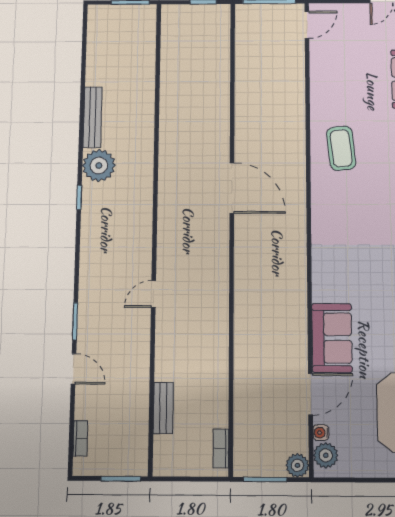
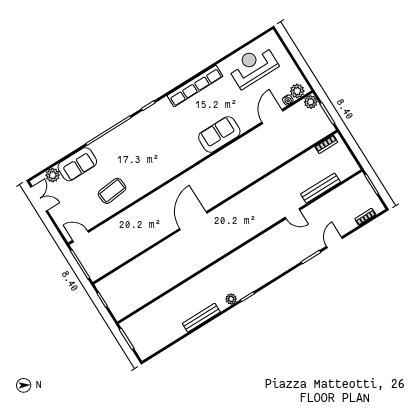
coffee table: (341, 148) -> (112, 191), moved
plant: (99, 165) -> (231, 299), width x0.53, depth x0.53
door: (154, 294) -> (292, 214), moved
sofa: (332, 338) -> (219, 134), moved
door: (310, 394) -> (272, 116), hinge flipped
bench: (163, 408) -> (320, 188), width x1.36

